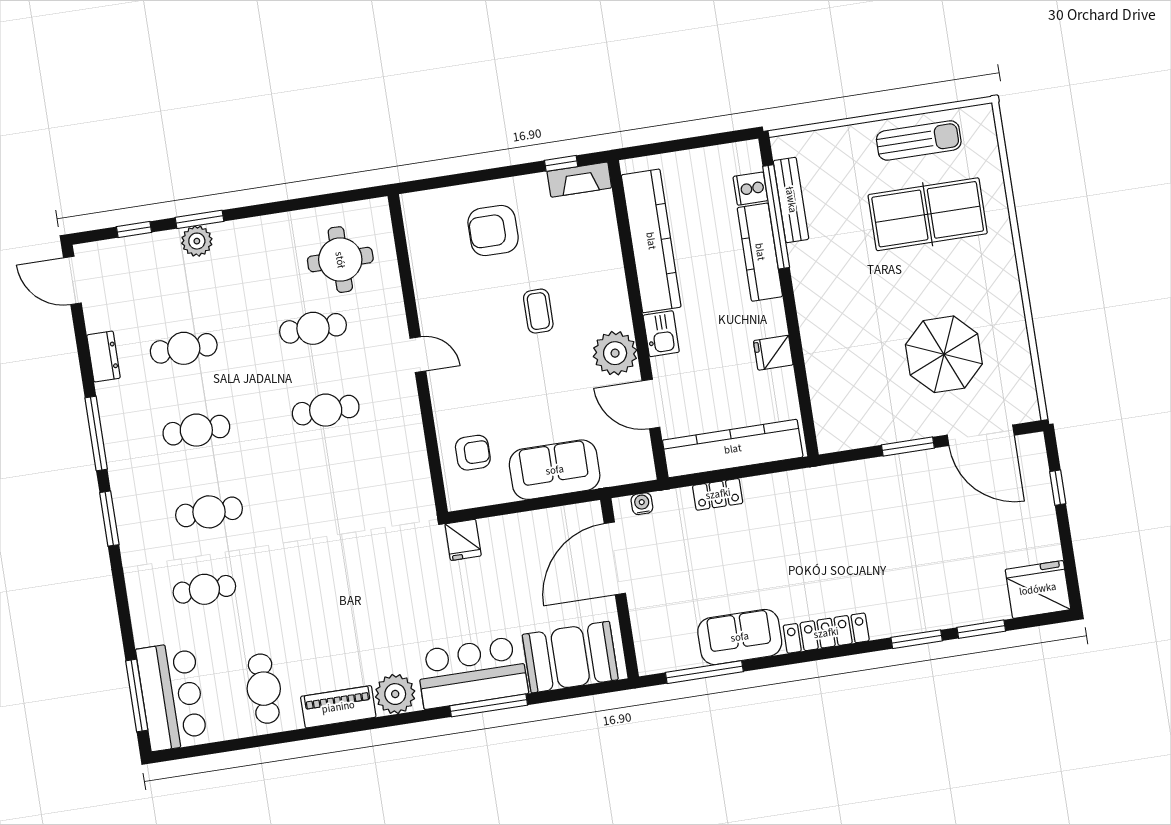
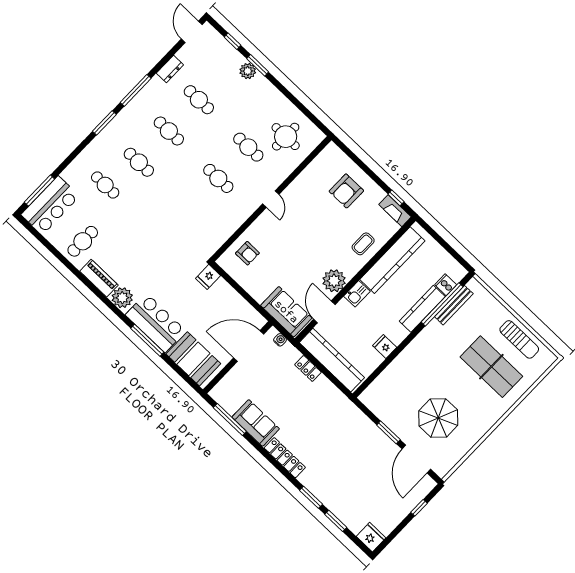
armchair: (493, 230) -> (346, 191), turned -90
coffee table: (538, 311) -> (363, 244), moved
sofa: (555, 470) -> (286, 312), moved
fridge: (1038, 589) -> (371, 537), width x0.73, depth x0.75

